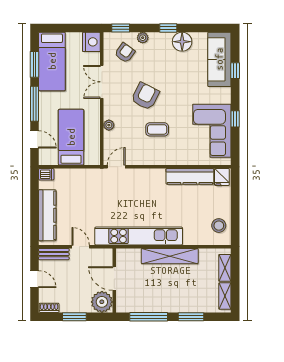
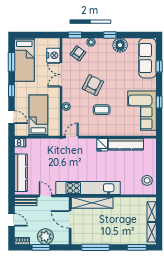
nightstand: (91, 42) -> (53, 55), moved
window: (35, 104) -> (12, 91), width x0.46
fridge: (222, 177) -> (102, 145), moved
shelving: (170, 256) -> (92, 203), moved
plant: (102, 302) -> (45, 236), moved
window: (191, 317) -> (137, 247), moved

